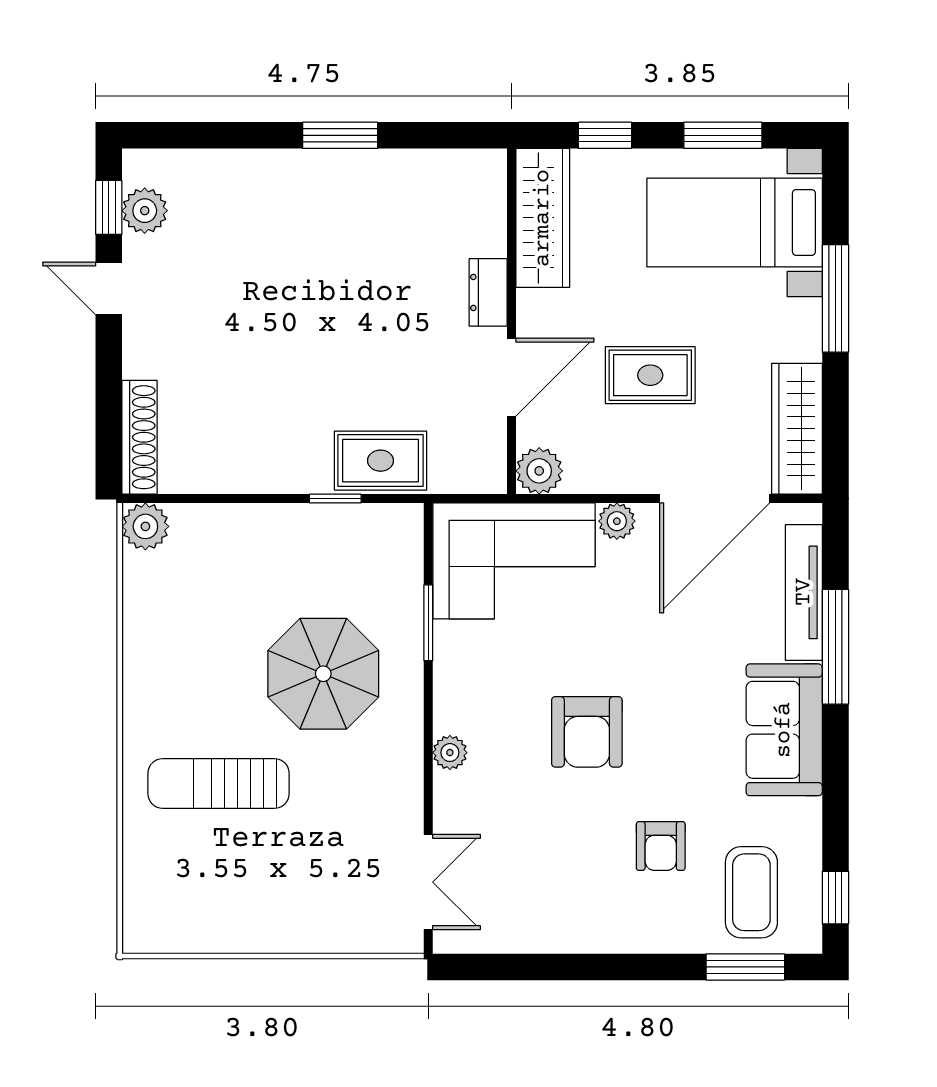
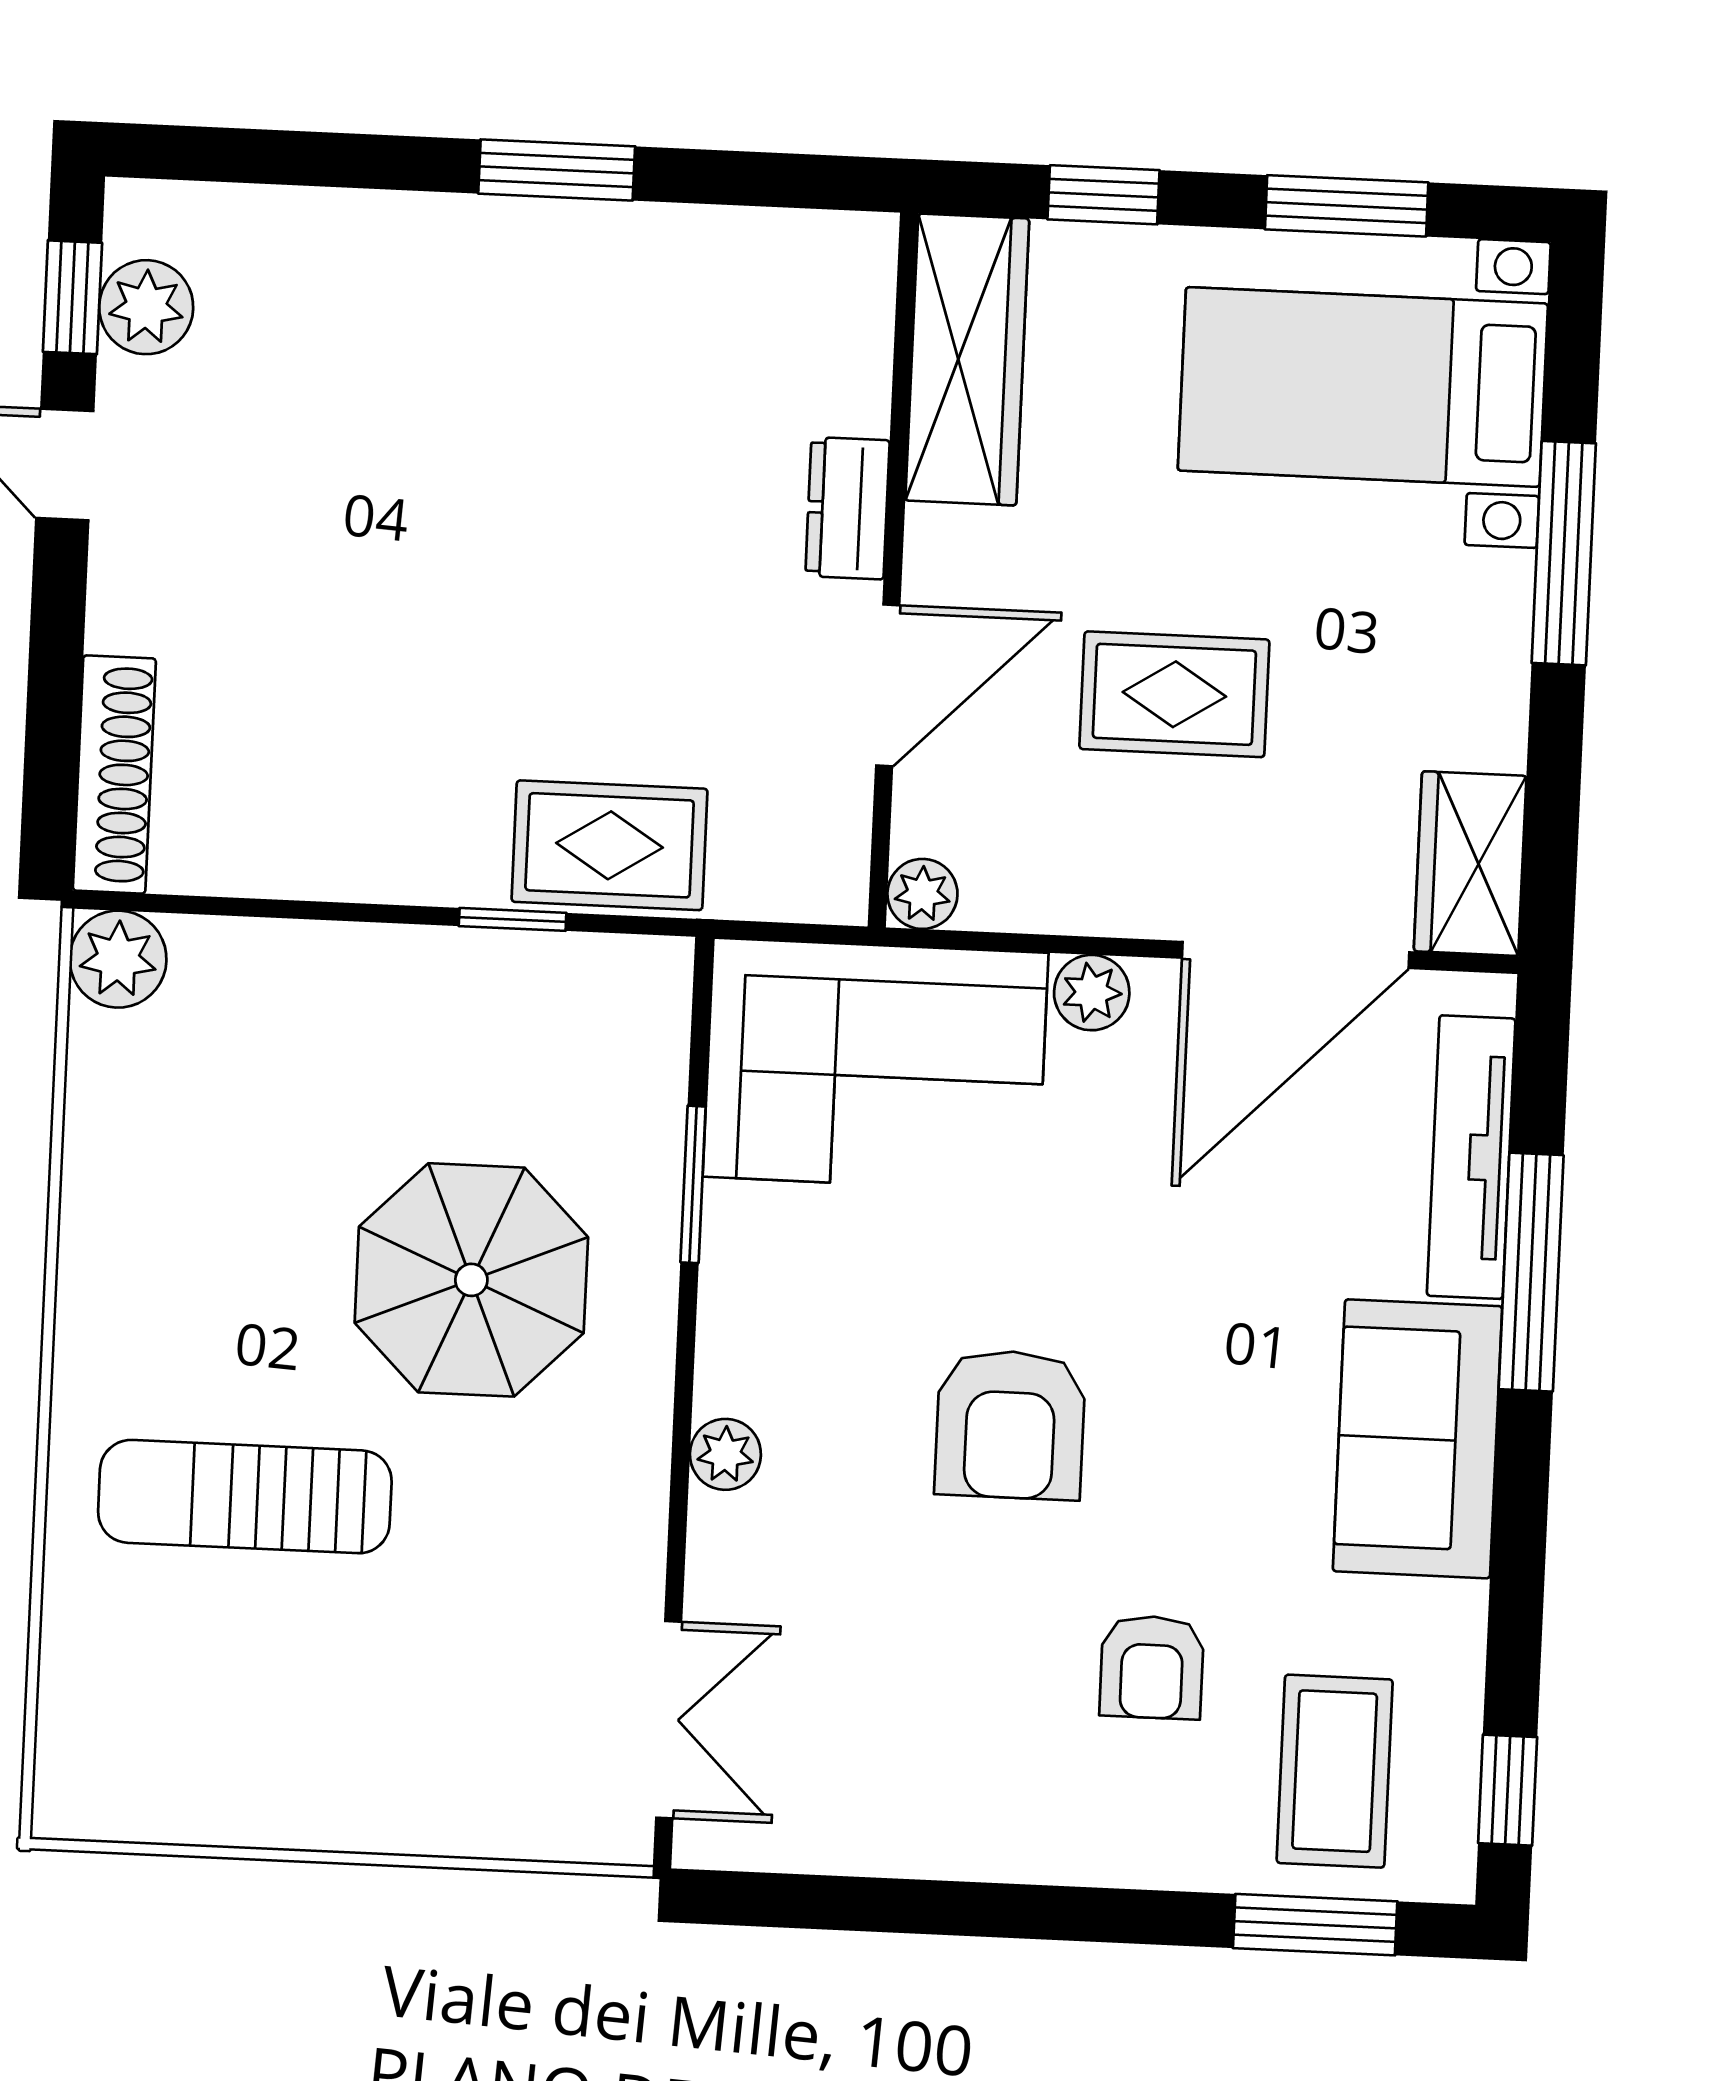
wardrobe: (797, 429) -> (1470, 864), width x0.67
plant: (539, 471) -> (922, 894), width x0.73, depth x0.73

